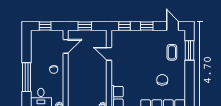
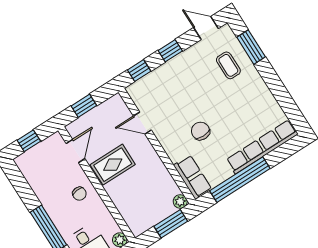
rug: (80, 65) -> (113, 165), added
chair: (162, 80) -> (201, 131), moved

